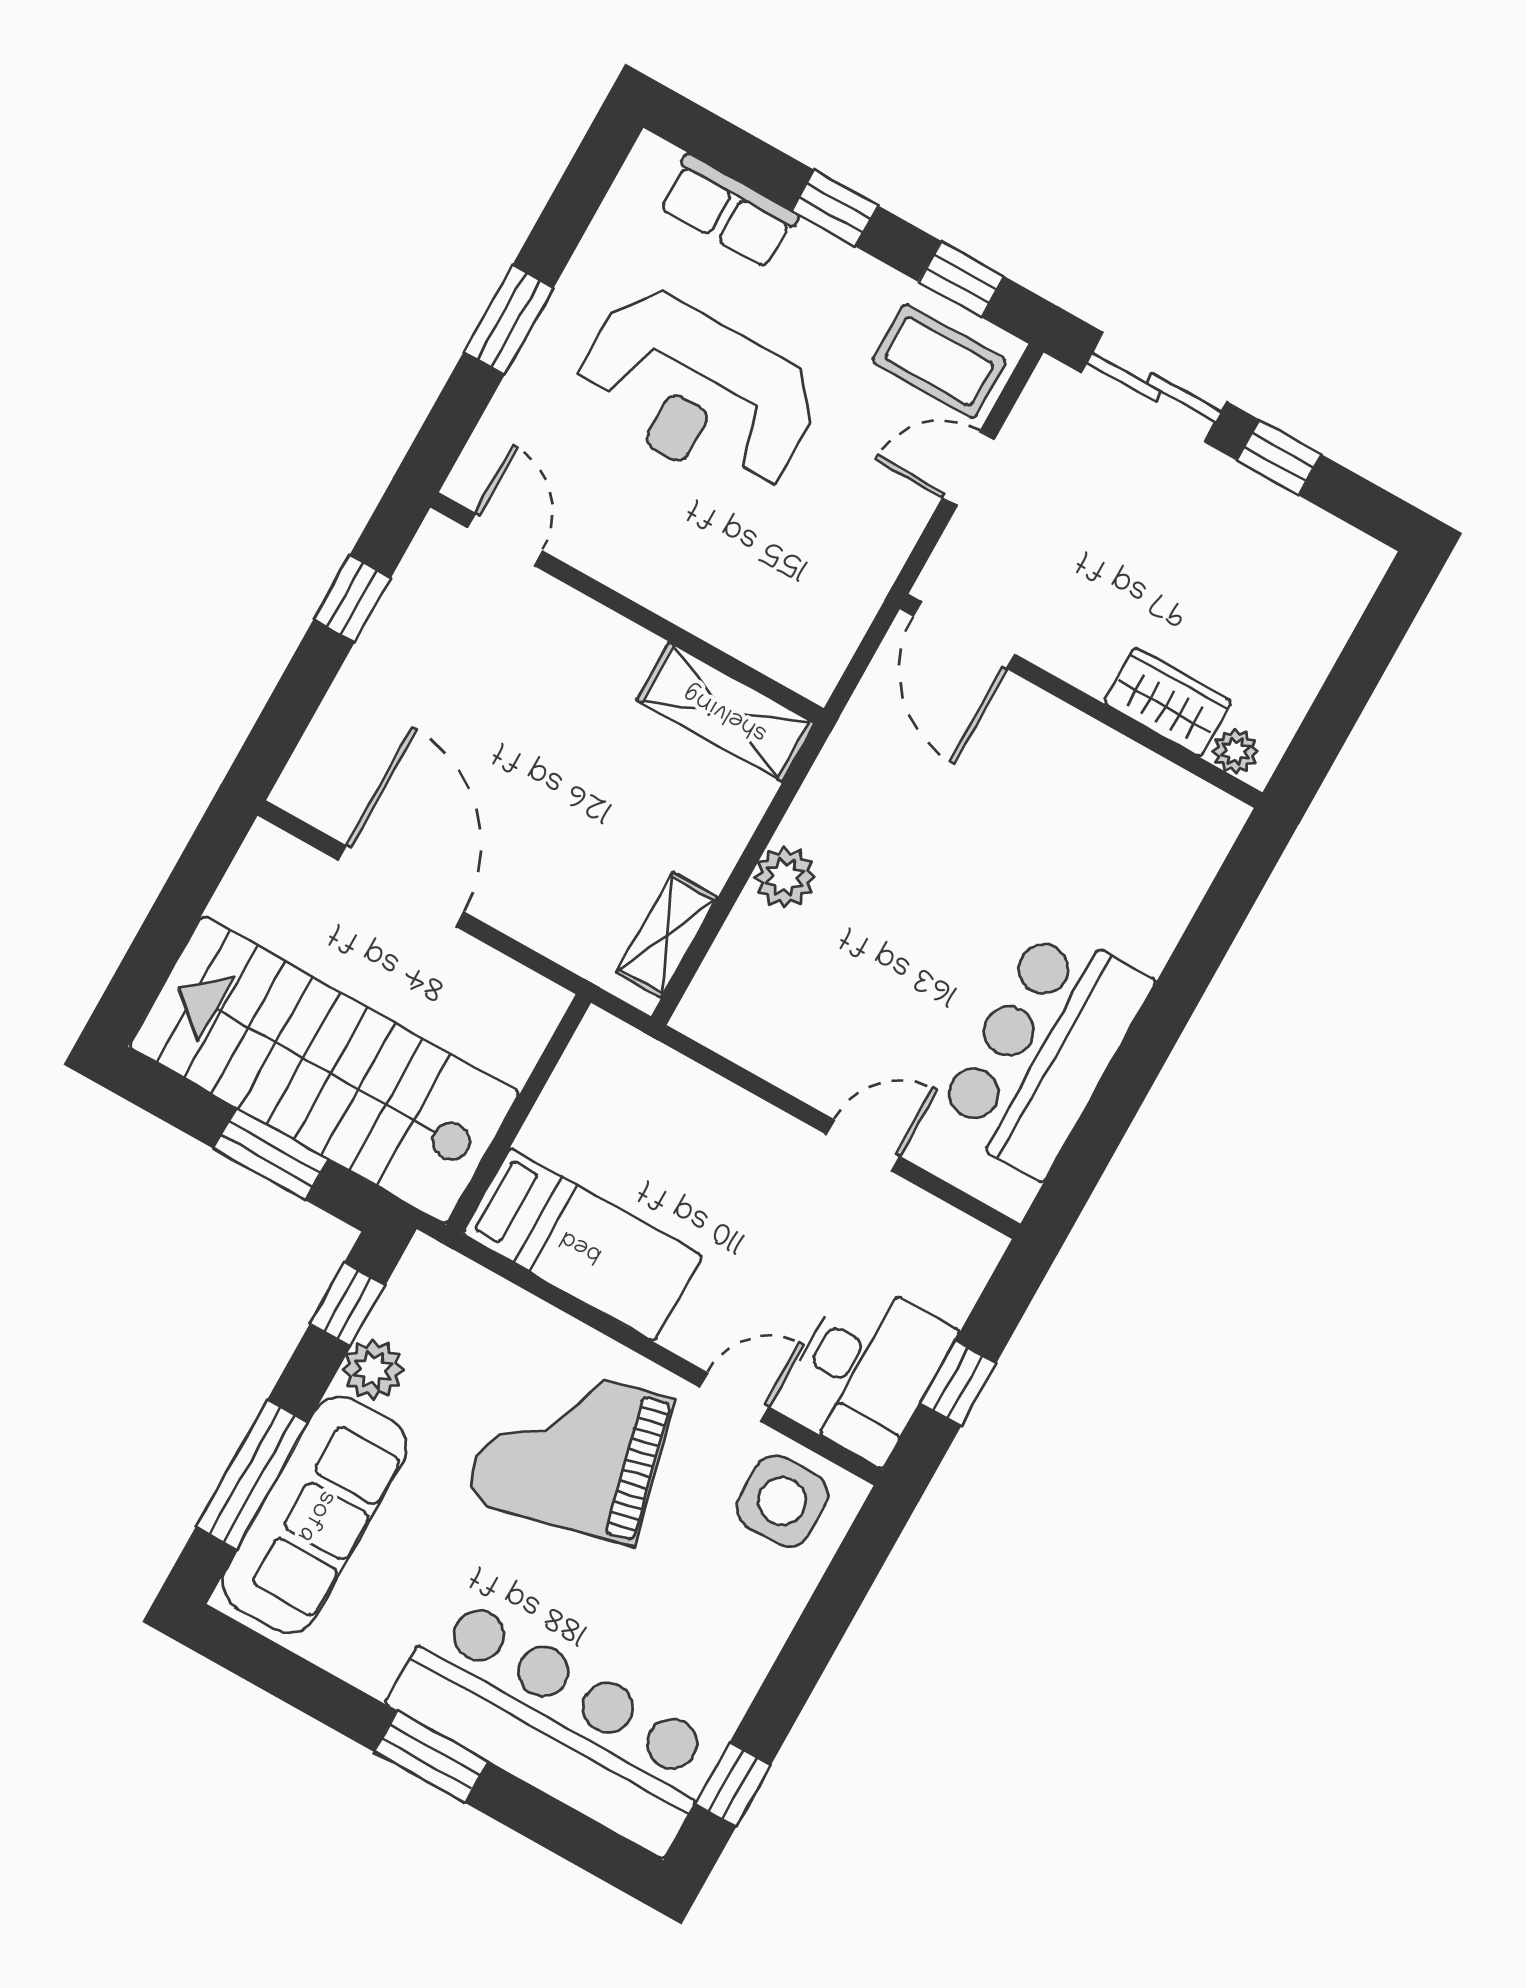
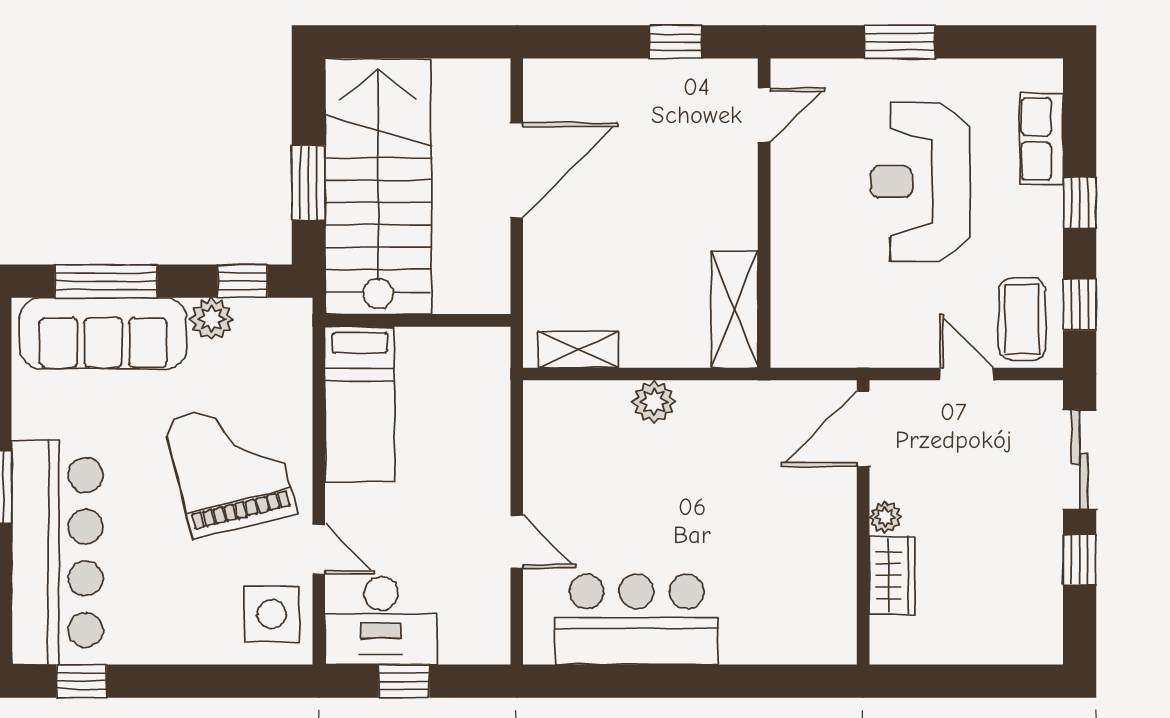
plant: (1235, 751) -> (885, 517), moved

